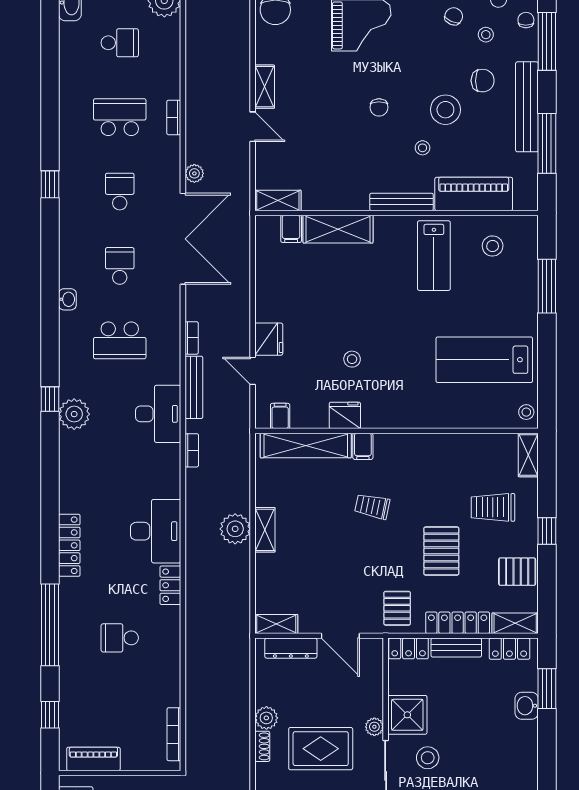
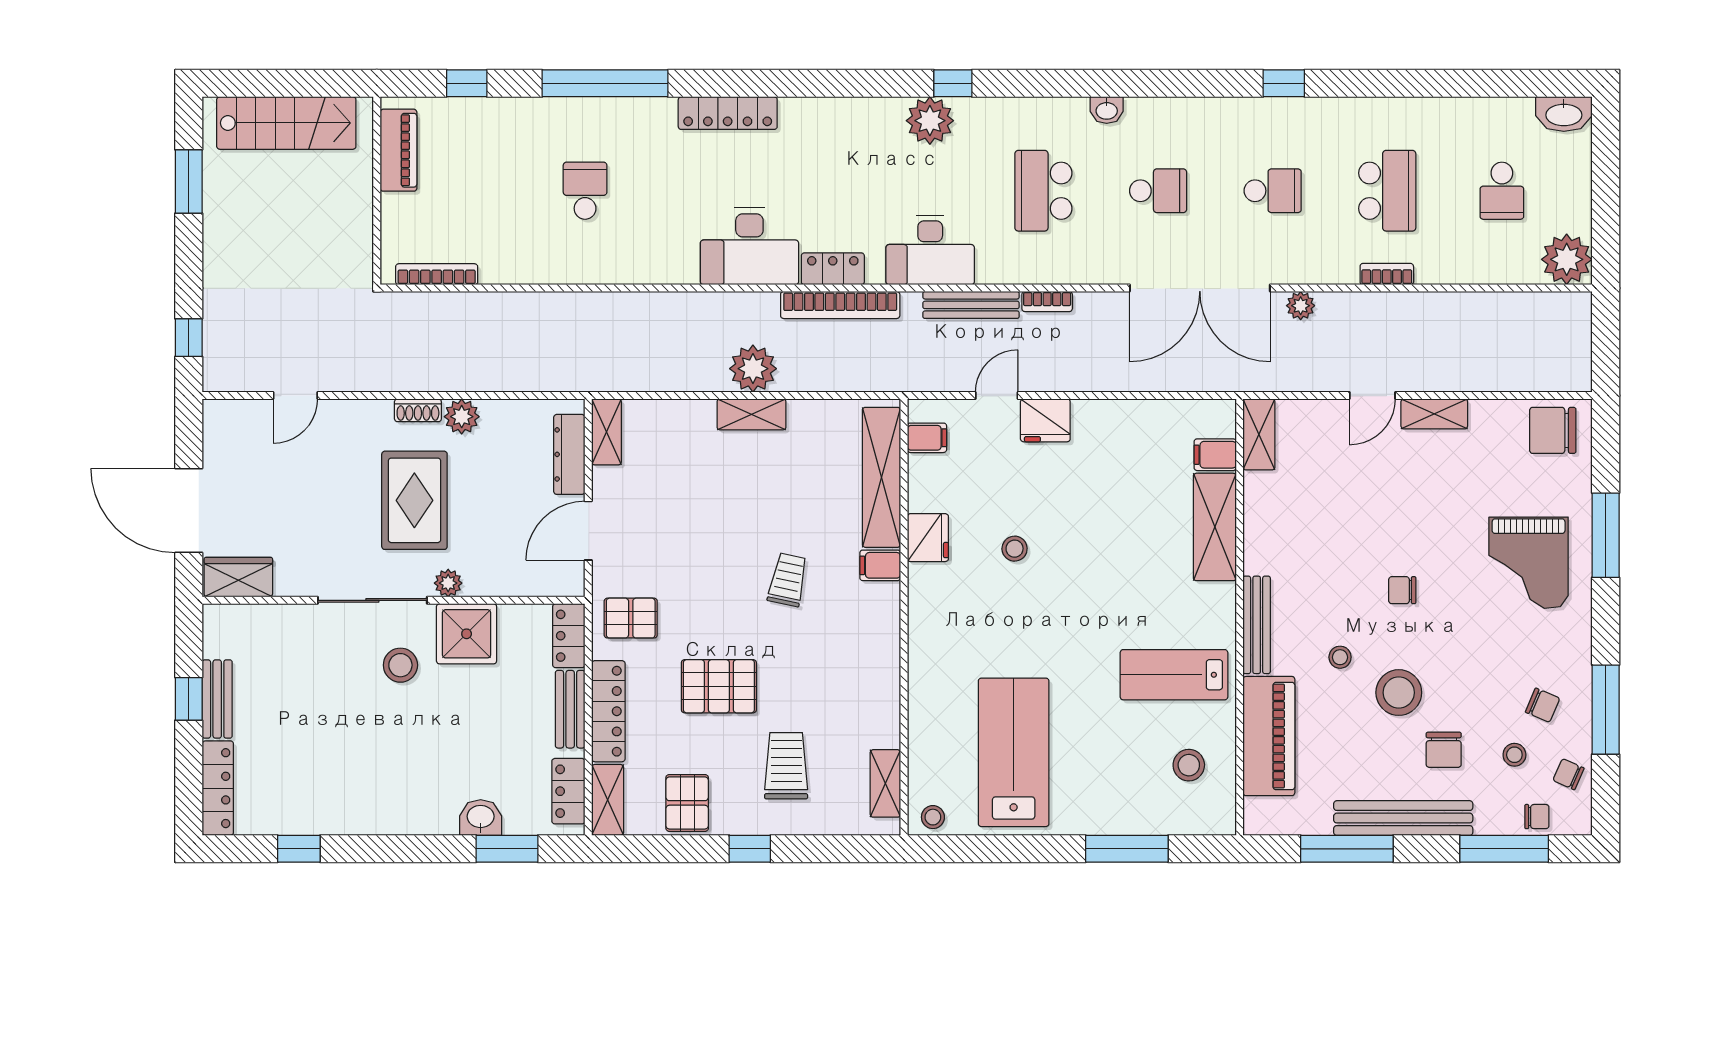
bookcase: (192, 450) -> (840, 305), width x2.31, depth x1.31
shelving: (528, 455) -> (885, 783), moved, turned 90
locker: (170, 585) -> (833, 269), moved

